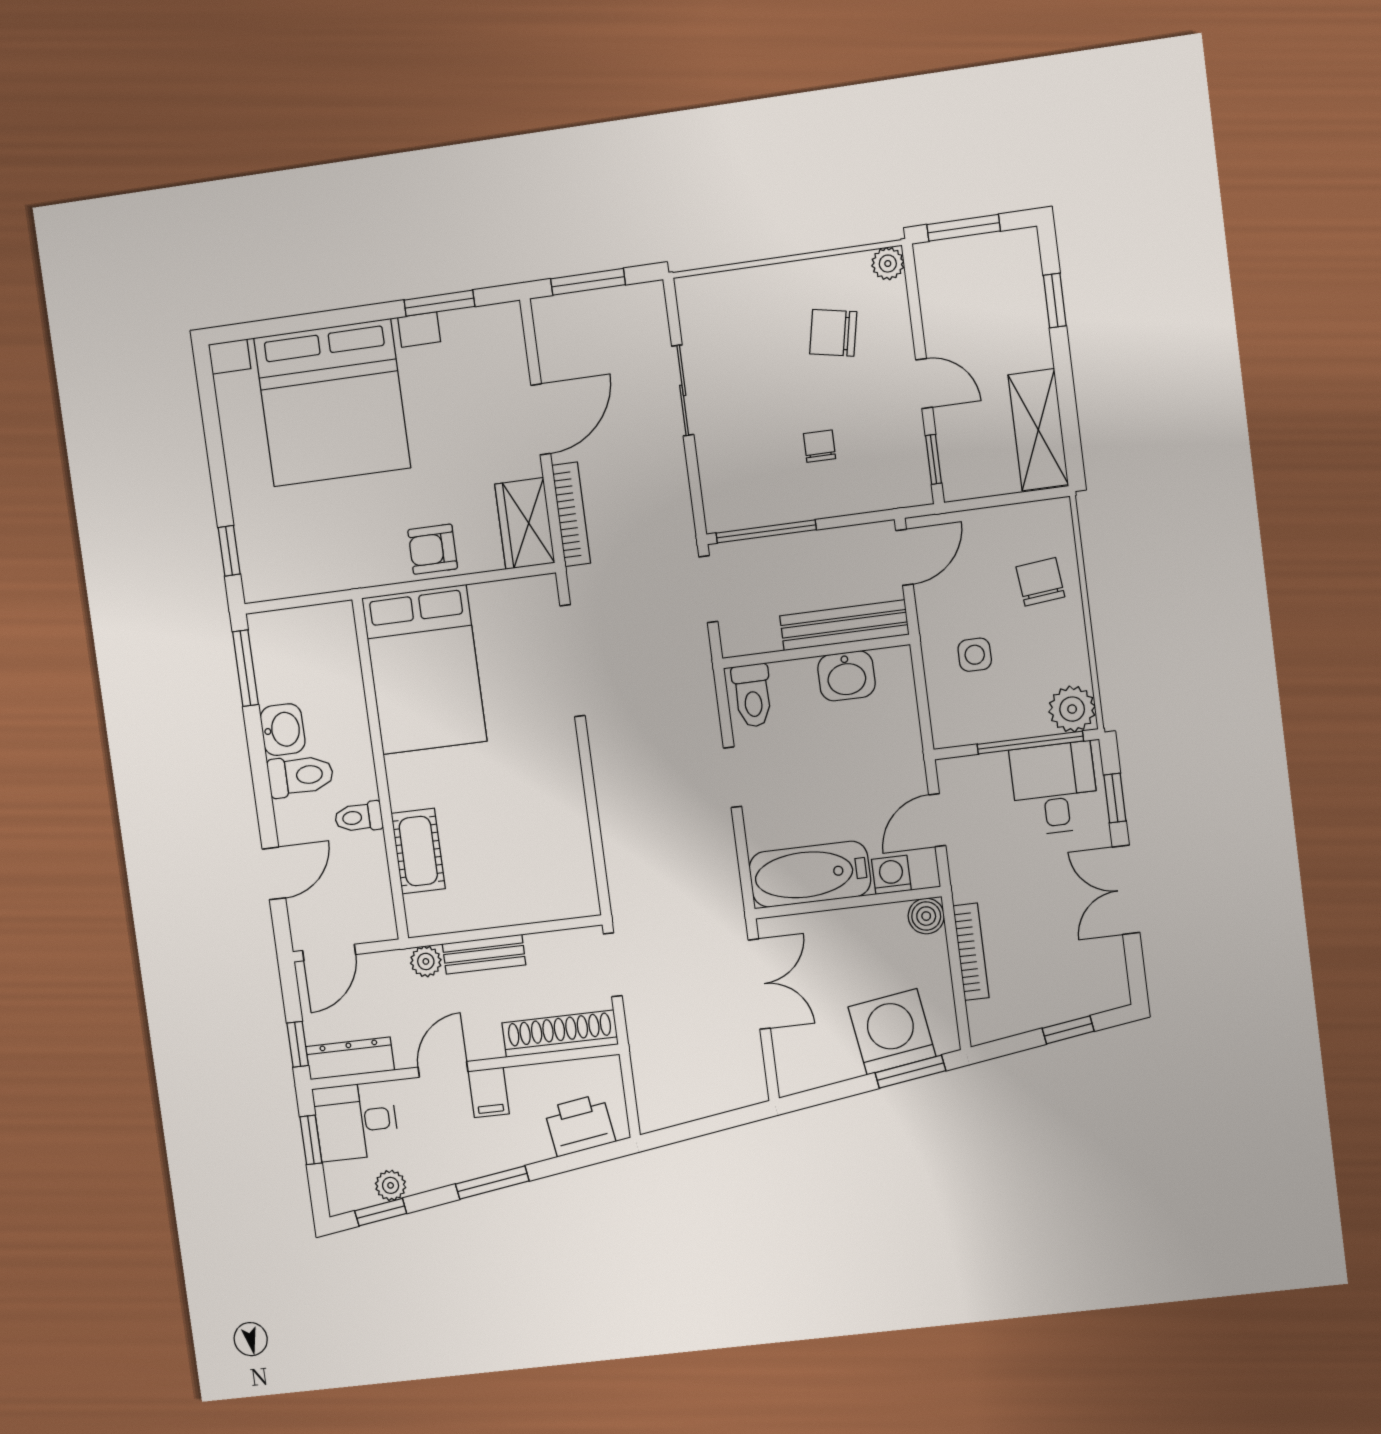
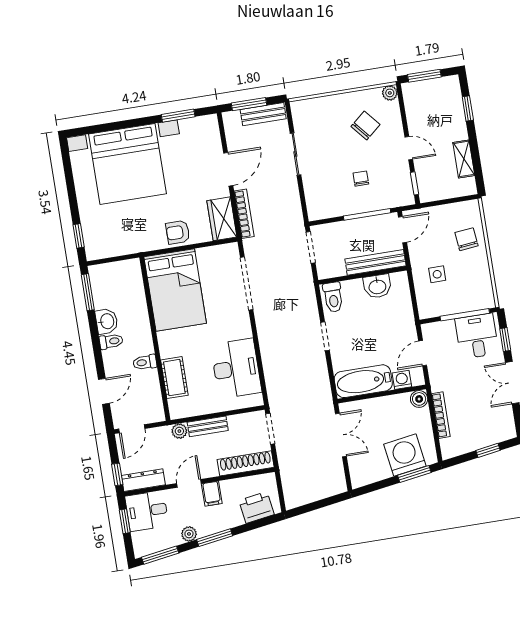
bench: (617, 304) -> (263, 114), added
chair: (833, 333) -> (365, 126), turned 129
shelving: (1038, 430) -> (464, 159), width x0.67, depth x0.75
window: (766, 531) -> (367, 214), moved
plant: (1072, 709) -> (484, 298), removed
toilet: (300, 776) -> (111, 341), width x0.73, depth x0.72
desk: (546, 837) -> (236, 368), added
plant: (391, 1185) -> (189, 534), moved
window: (381, 1212) -> (160, 555), width x1.50

